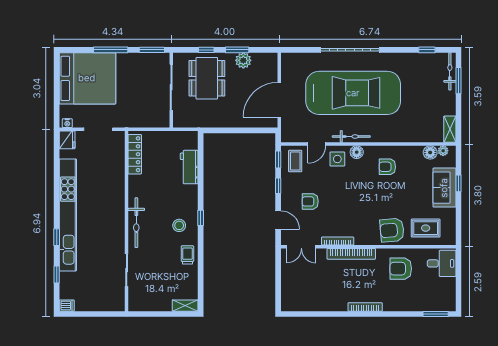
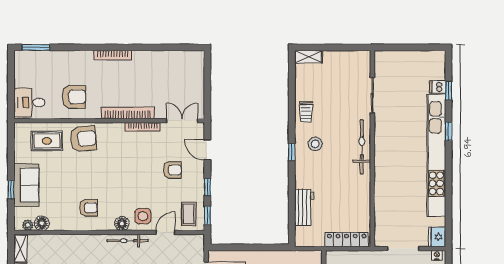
locker: (135, 154) -> (347, 240), moved, turned 90
dishwasher: (67, 306) -> (437, 87), moved

